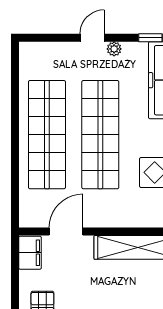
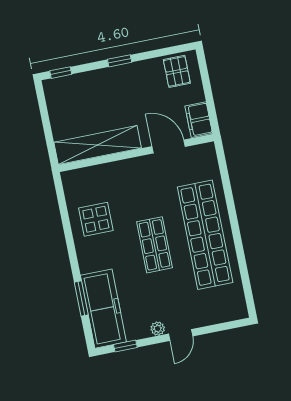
shop shelf: (100, 135) -> (154, 245), width x0.50, depth x0.74
door: (66, 232) -> (169, 146), swing flipped

